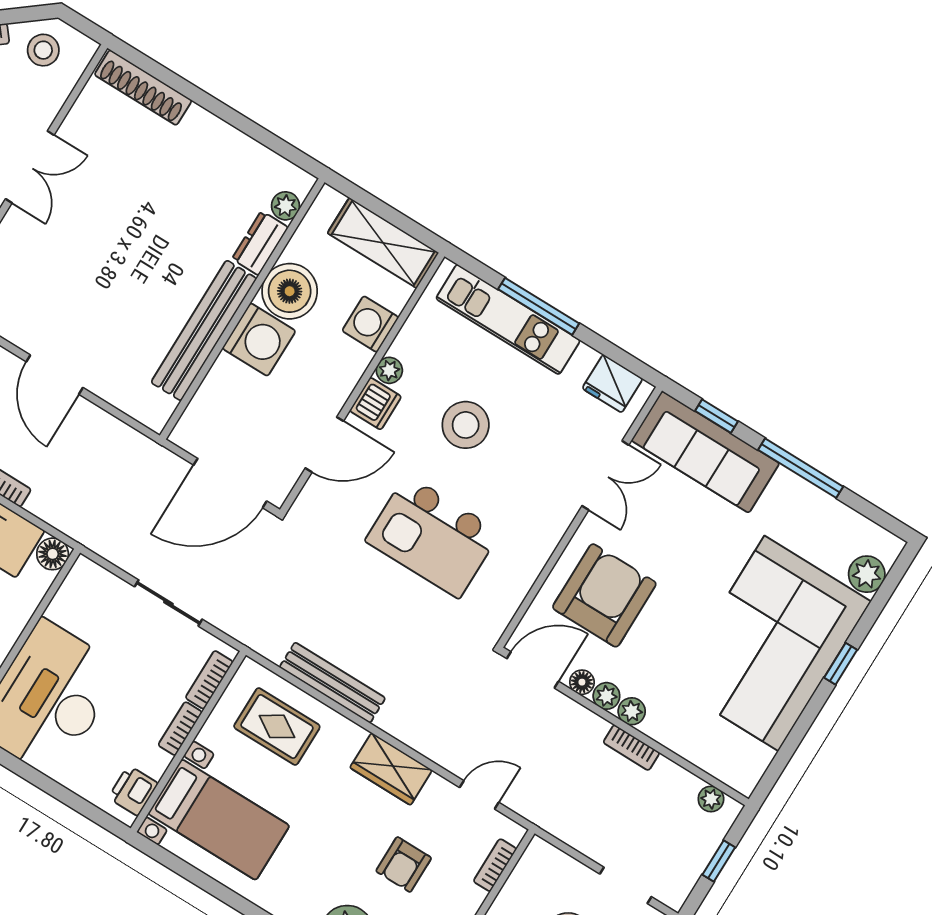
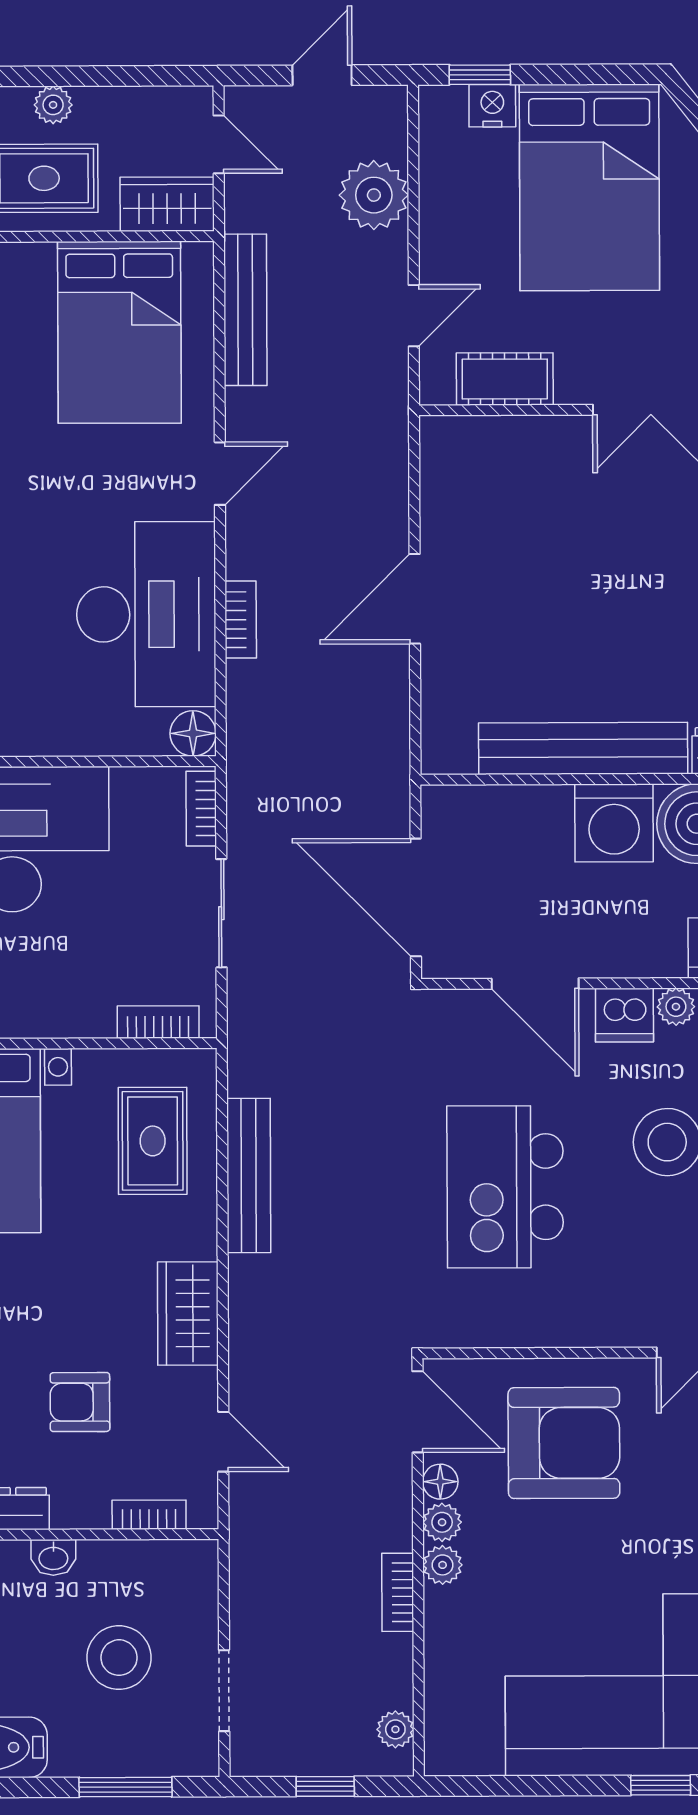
bookcase: (180, 729) -> (201, 809), moved, turned -90

